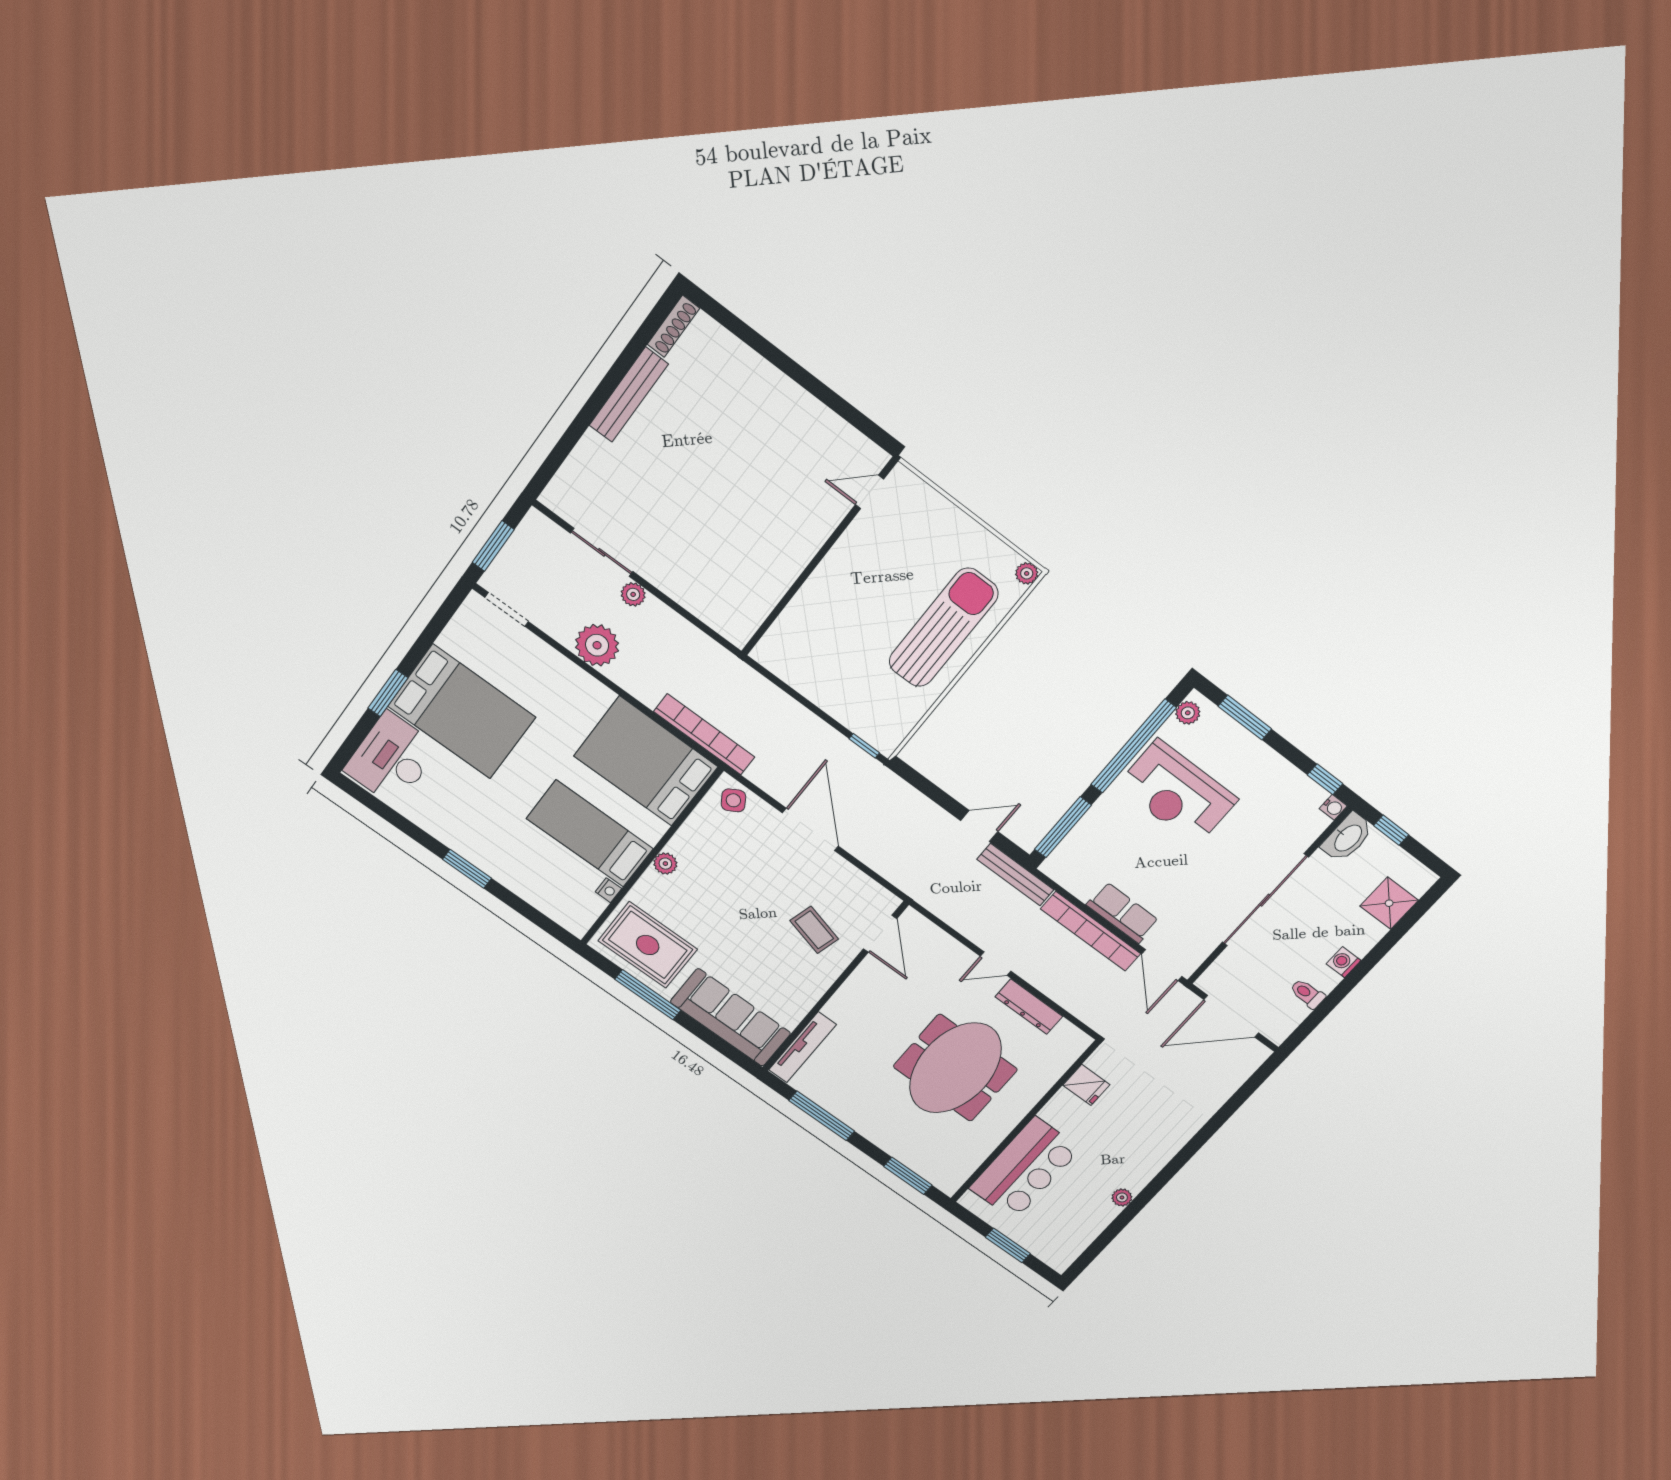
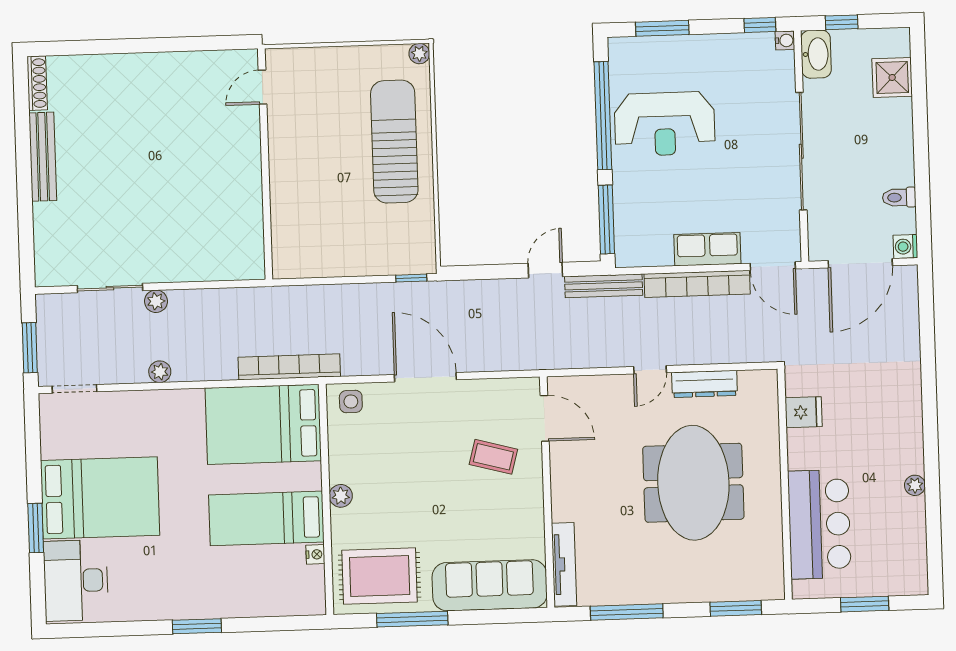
plant: (597, 645) -> (160, 372), width x0.53, depth x0.53
plant: (1188, 713) -> (619, 59), removed
side table: (733, 800) -> (351, 402), turned 31
washing machine: (1344, 962) -> (905, 247), moved

